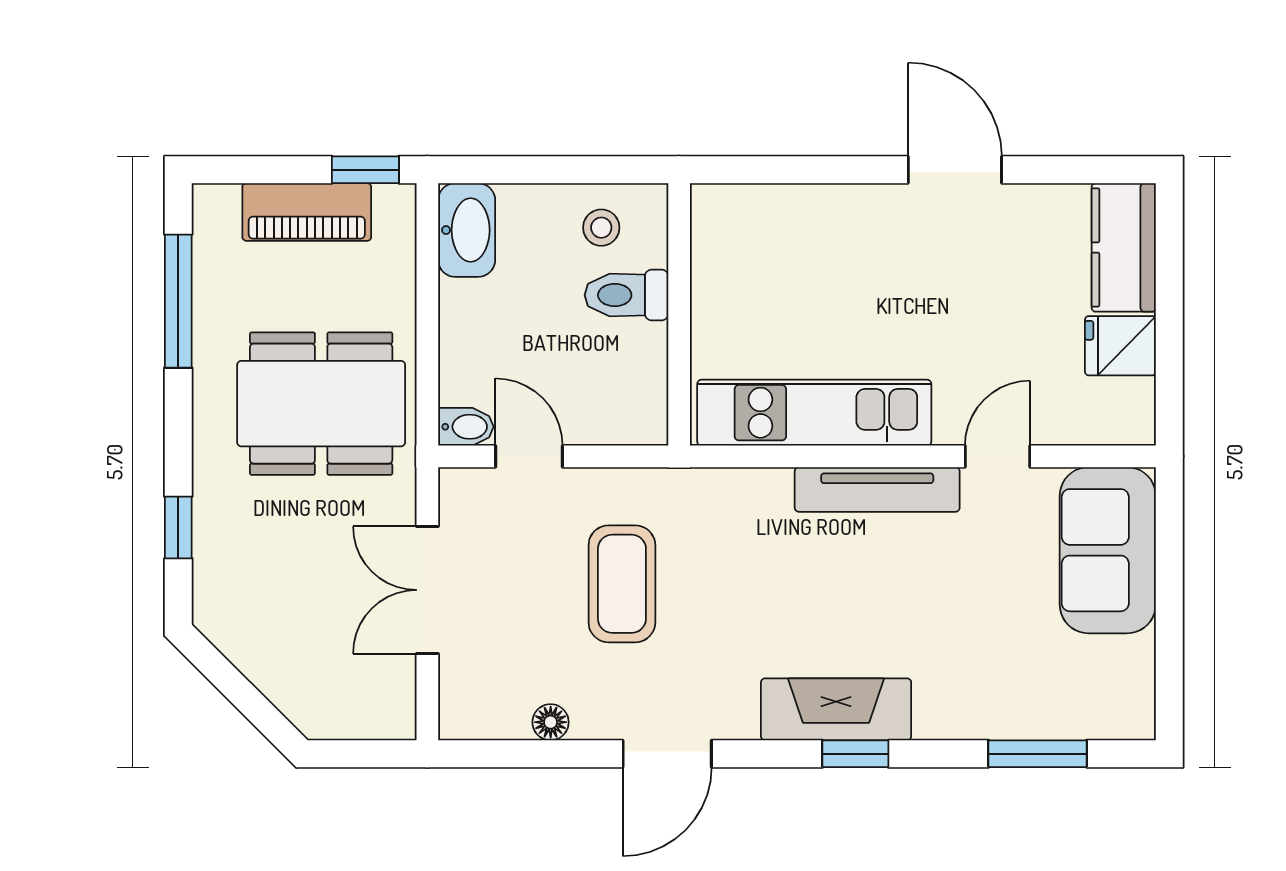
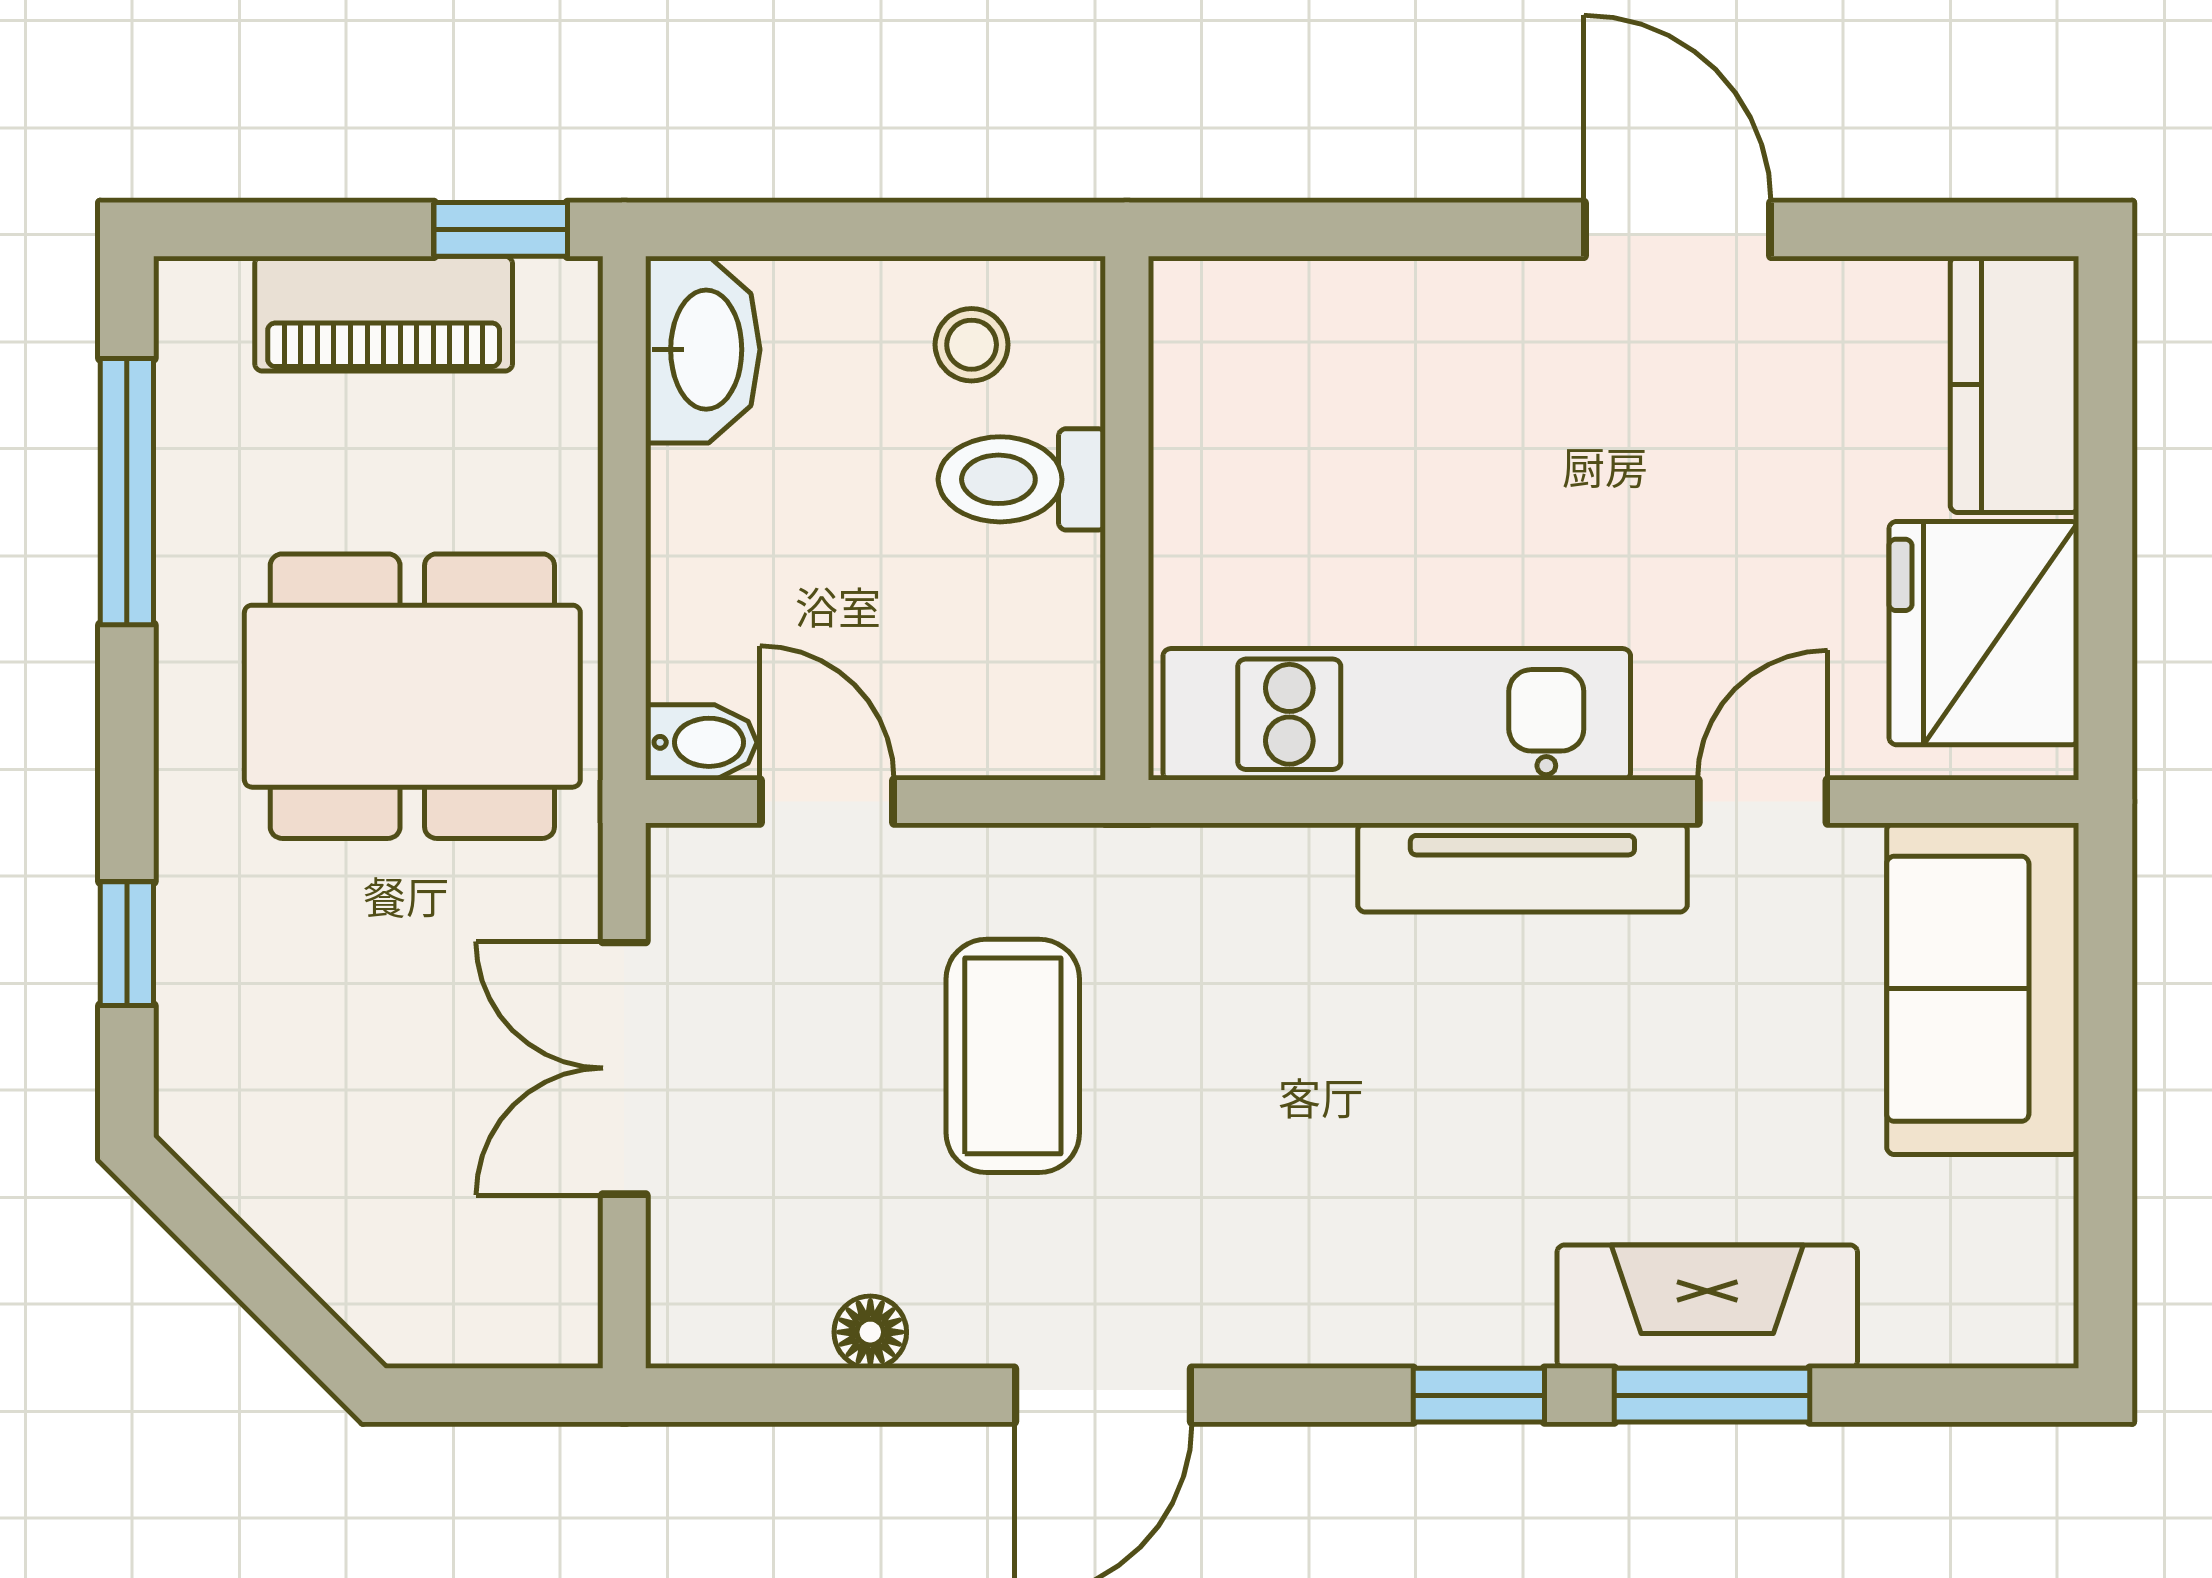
fridge: (1120, 346) -> (1984, 633), width x1.88, depth x1.34
fireplace: (836, 709) -> (1707, 1307), moved
window: (1037, 754) -> (1712, 1395), moved

